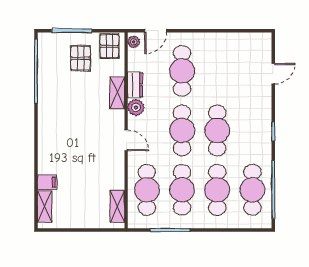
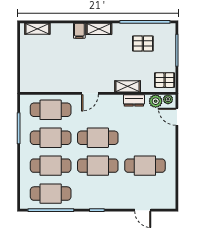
pallet: (81, 58) -> (143, 43), moved
cafe table: (182, 71) -> (145, 166), moved
plant: (136, 107) -> (156, 101), moved
filing cabinet: (47, 182) -> (79, 31), moved
shelving: (117, 206) -> (99, 29), moved

